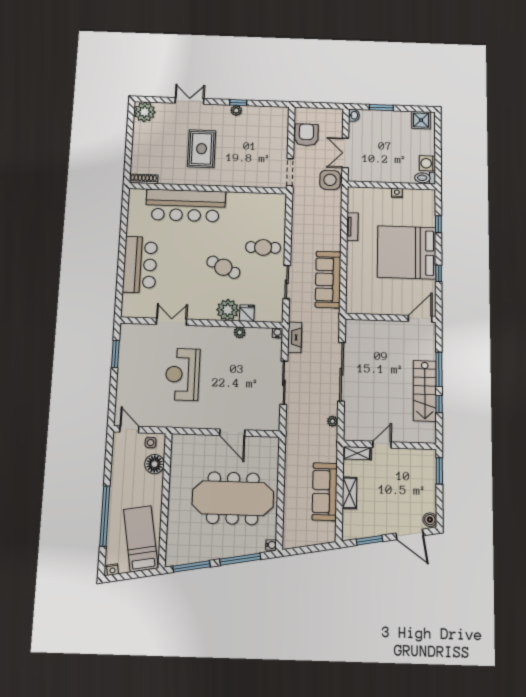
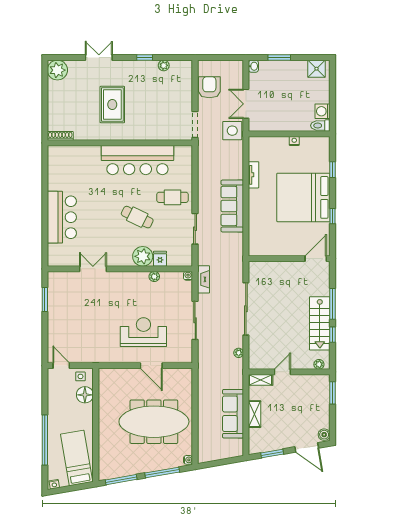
plant: (236, 110) -> (164, 65), moved
bar counter: (186, 206) -> (137, 160), moved
sofa: (328, 280) -> (232, 206), moved
reception desk: (183, 374) -> (143, 332), moved, turned 90
plant: (424, 437) -> (319, 364), added

